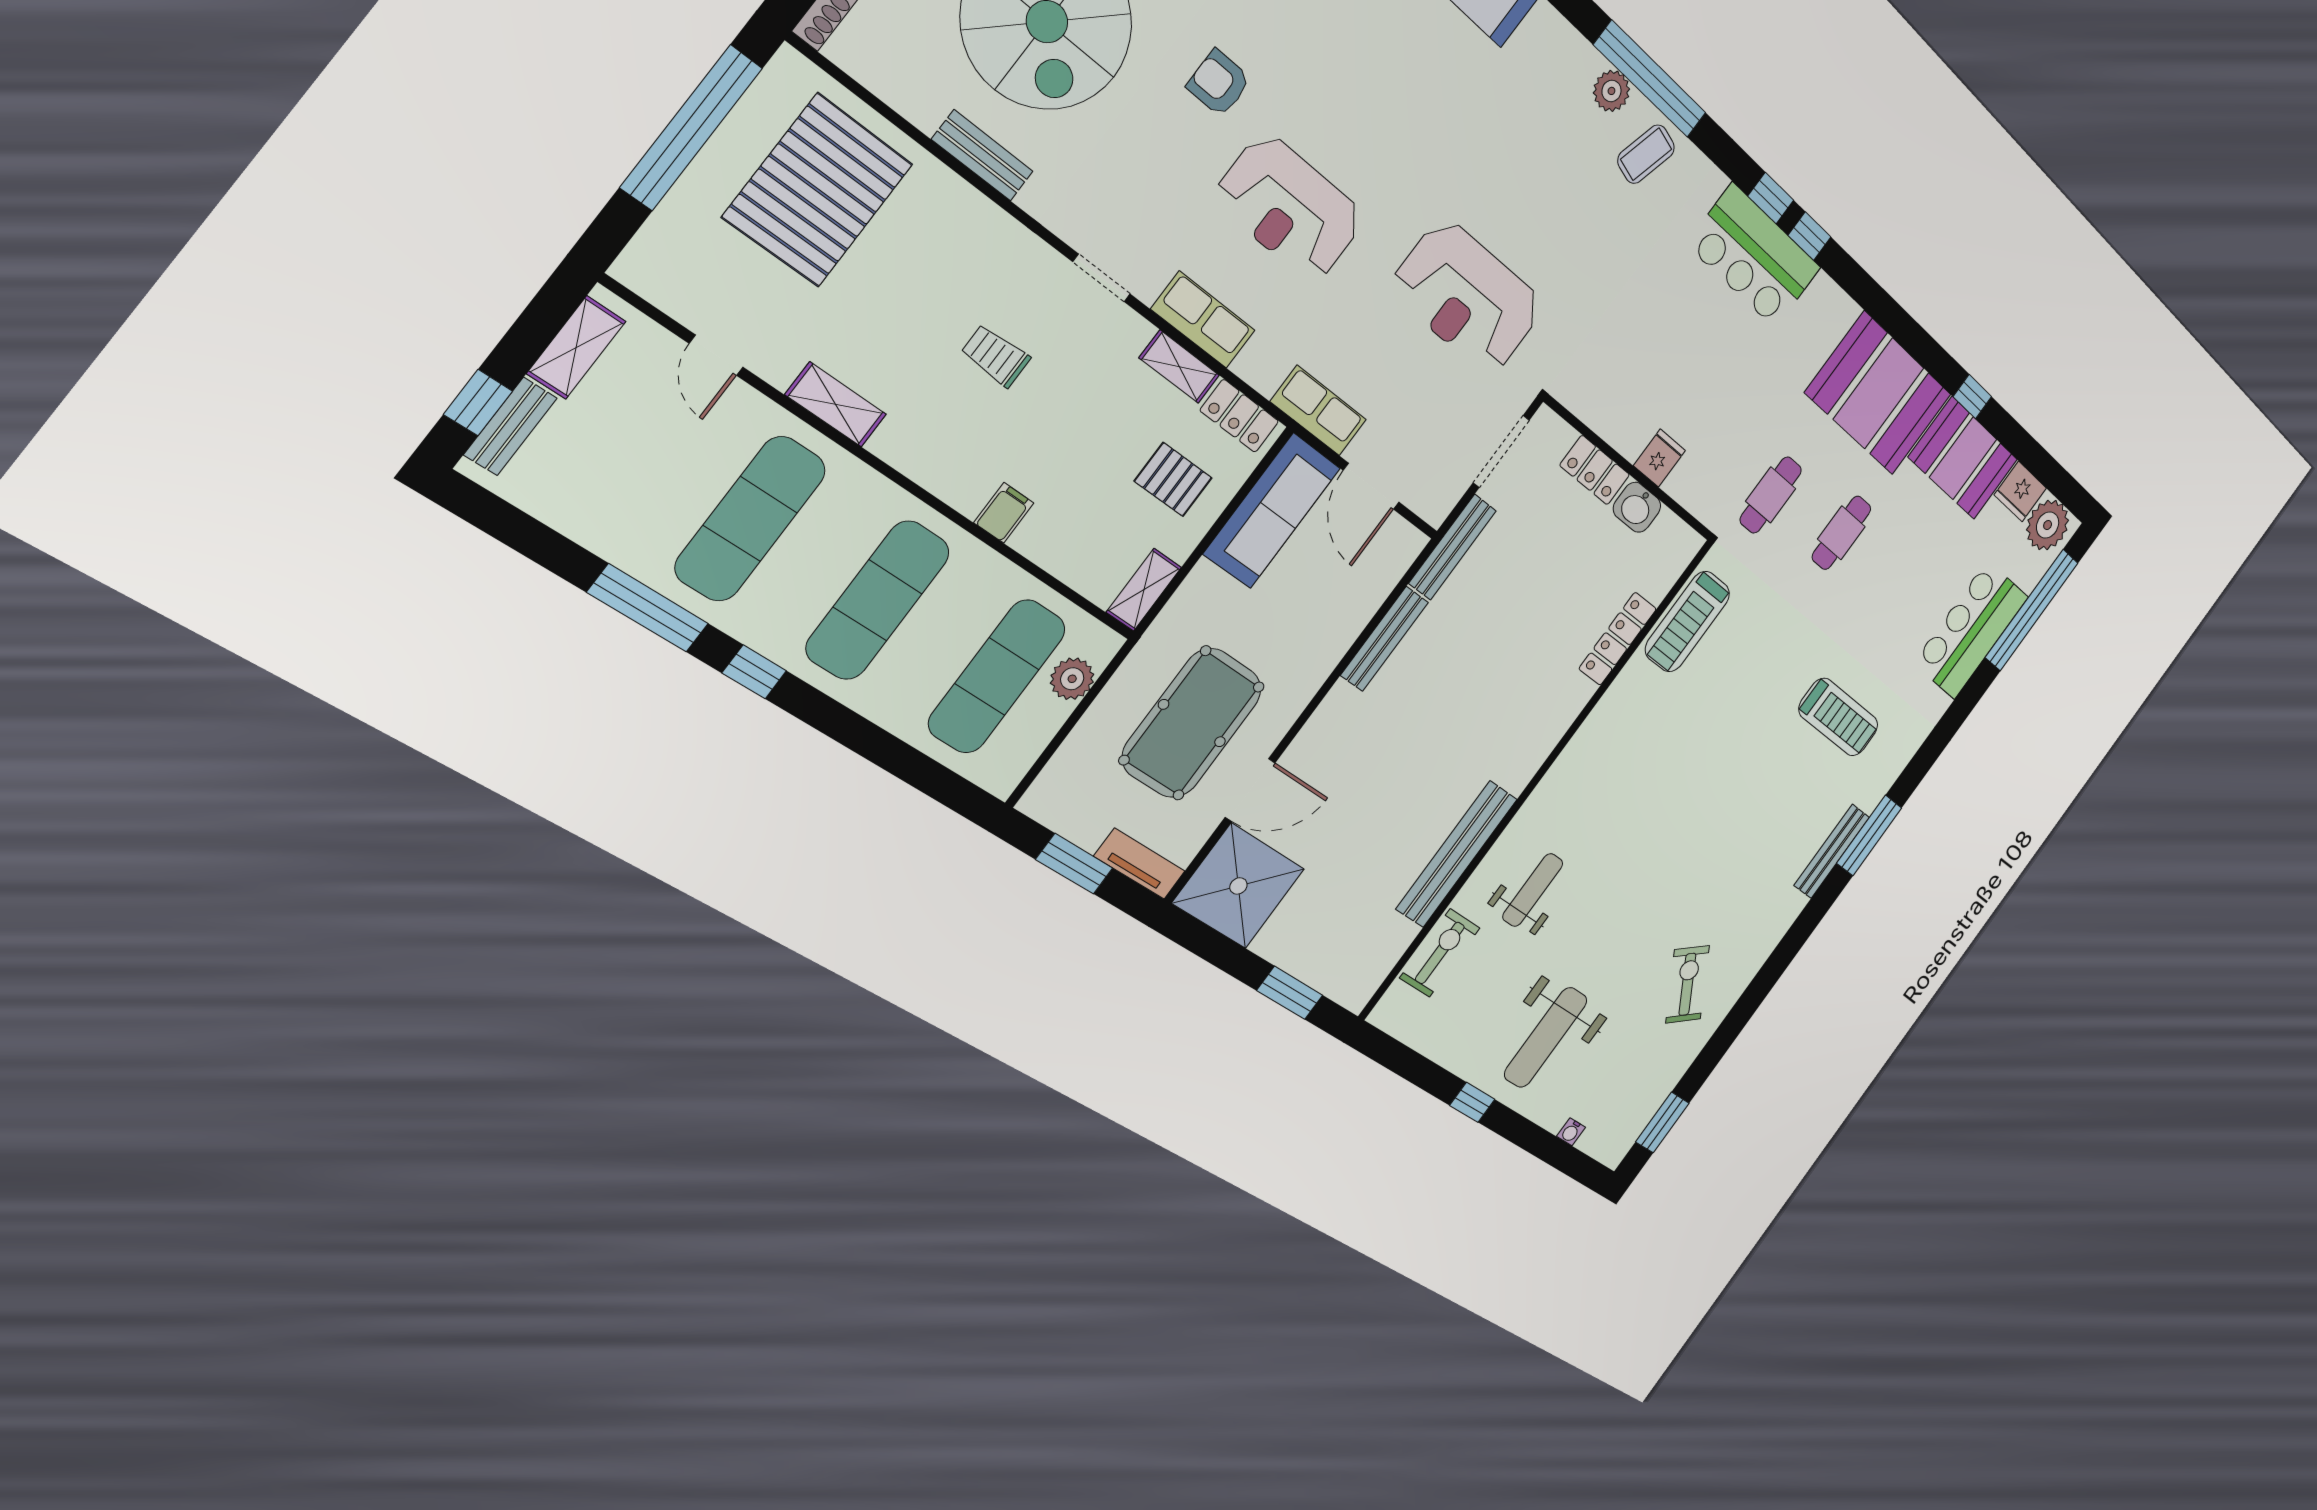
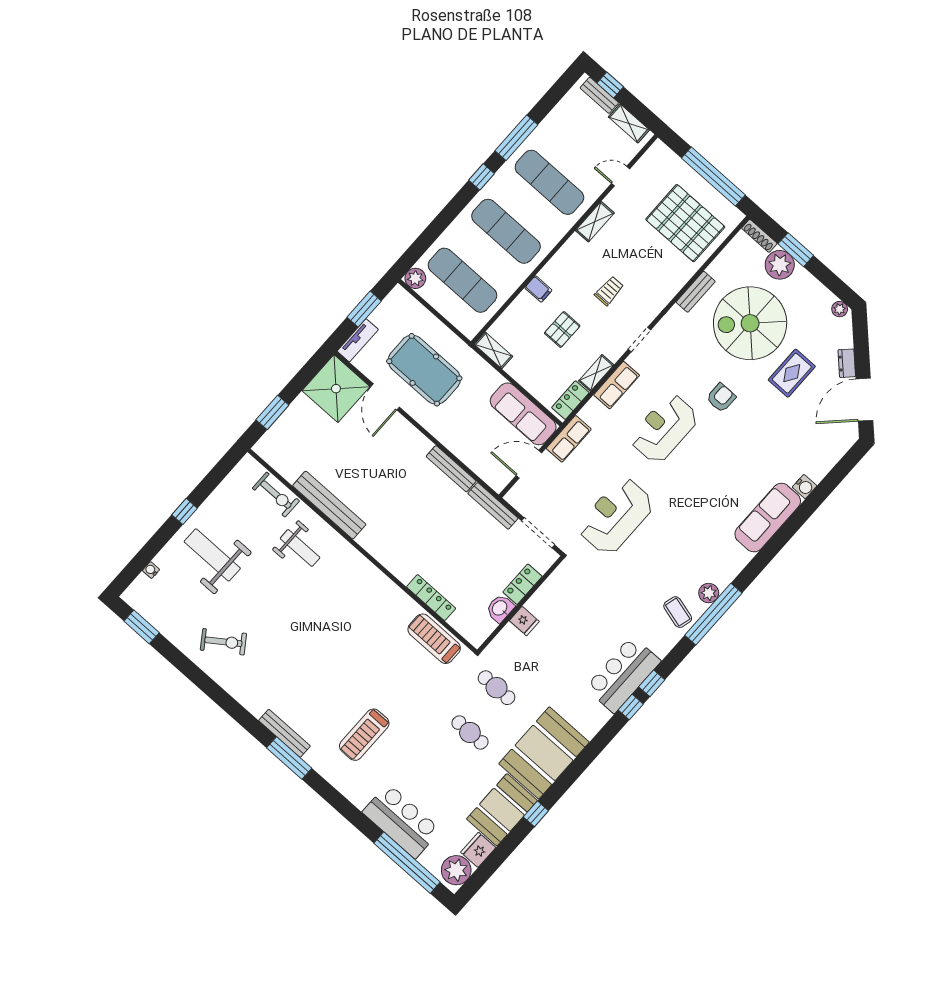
pallet: (1173, 479) -> (562, 330), moved
plant: (1072, 679) -> (415, 278), moved

